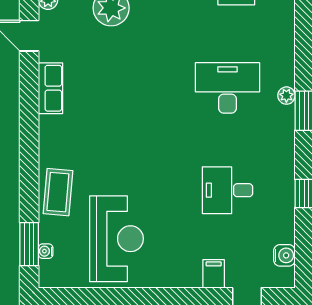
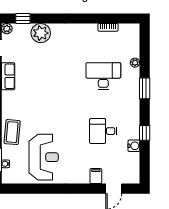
plant: (286, 96) -> (135, 63), moved
water cooler: (284, 255) -> (134, 146), moved

